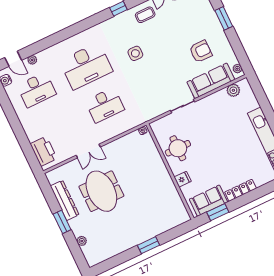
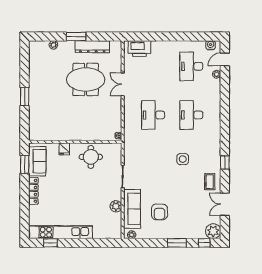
desk: (86, 66) -> (191, 115), width x0.73, depth x0.77
plant: (233, 90) -> (116, 206), moved

